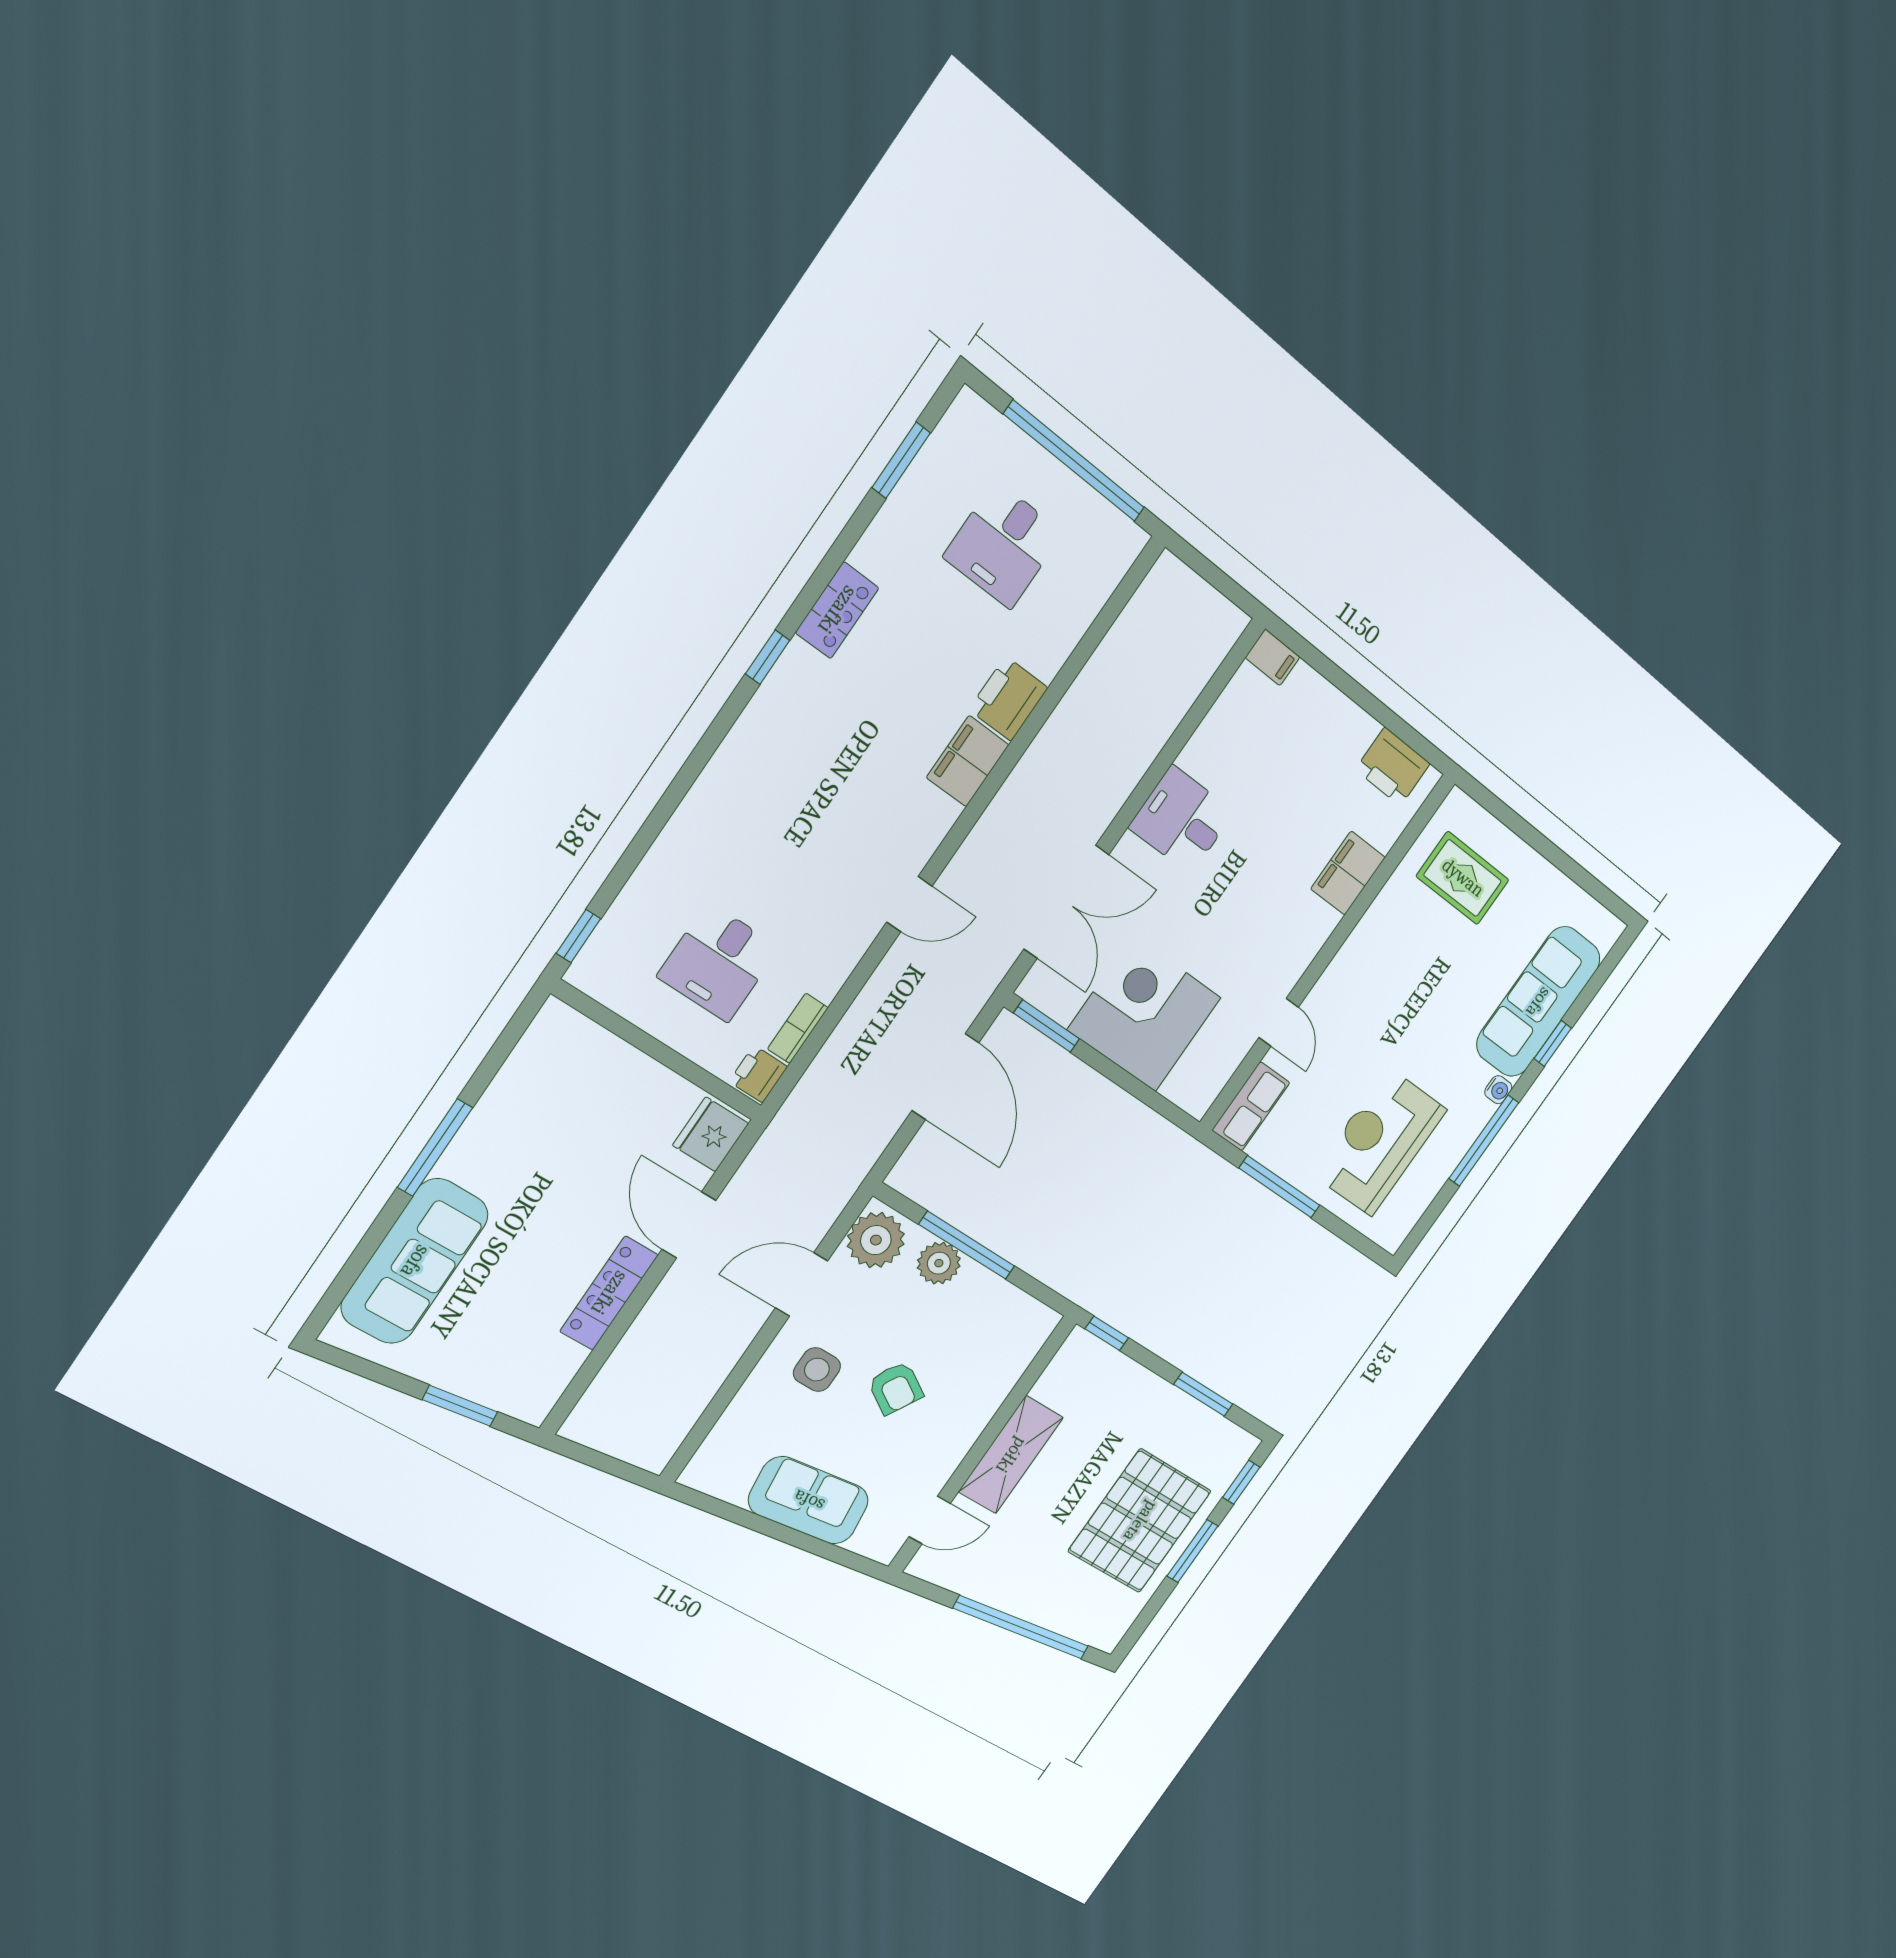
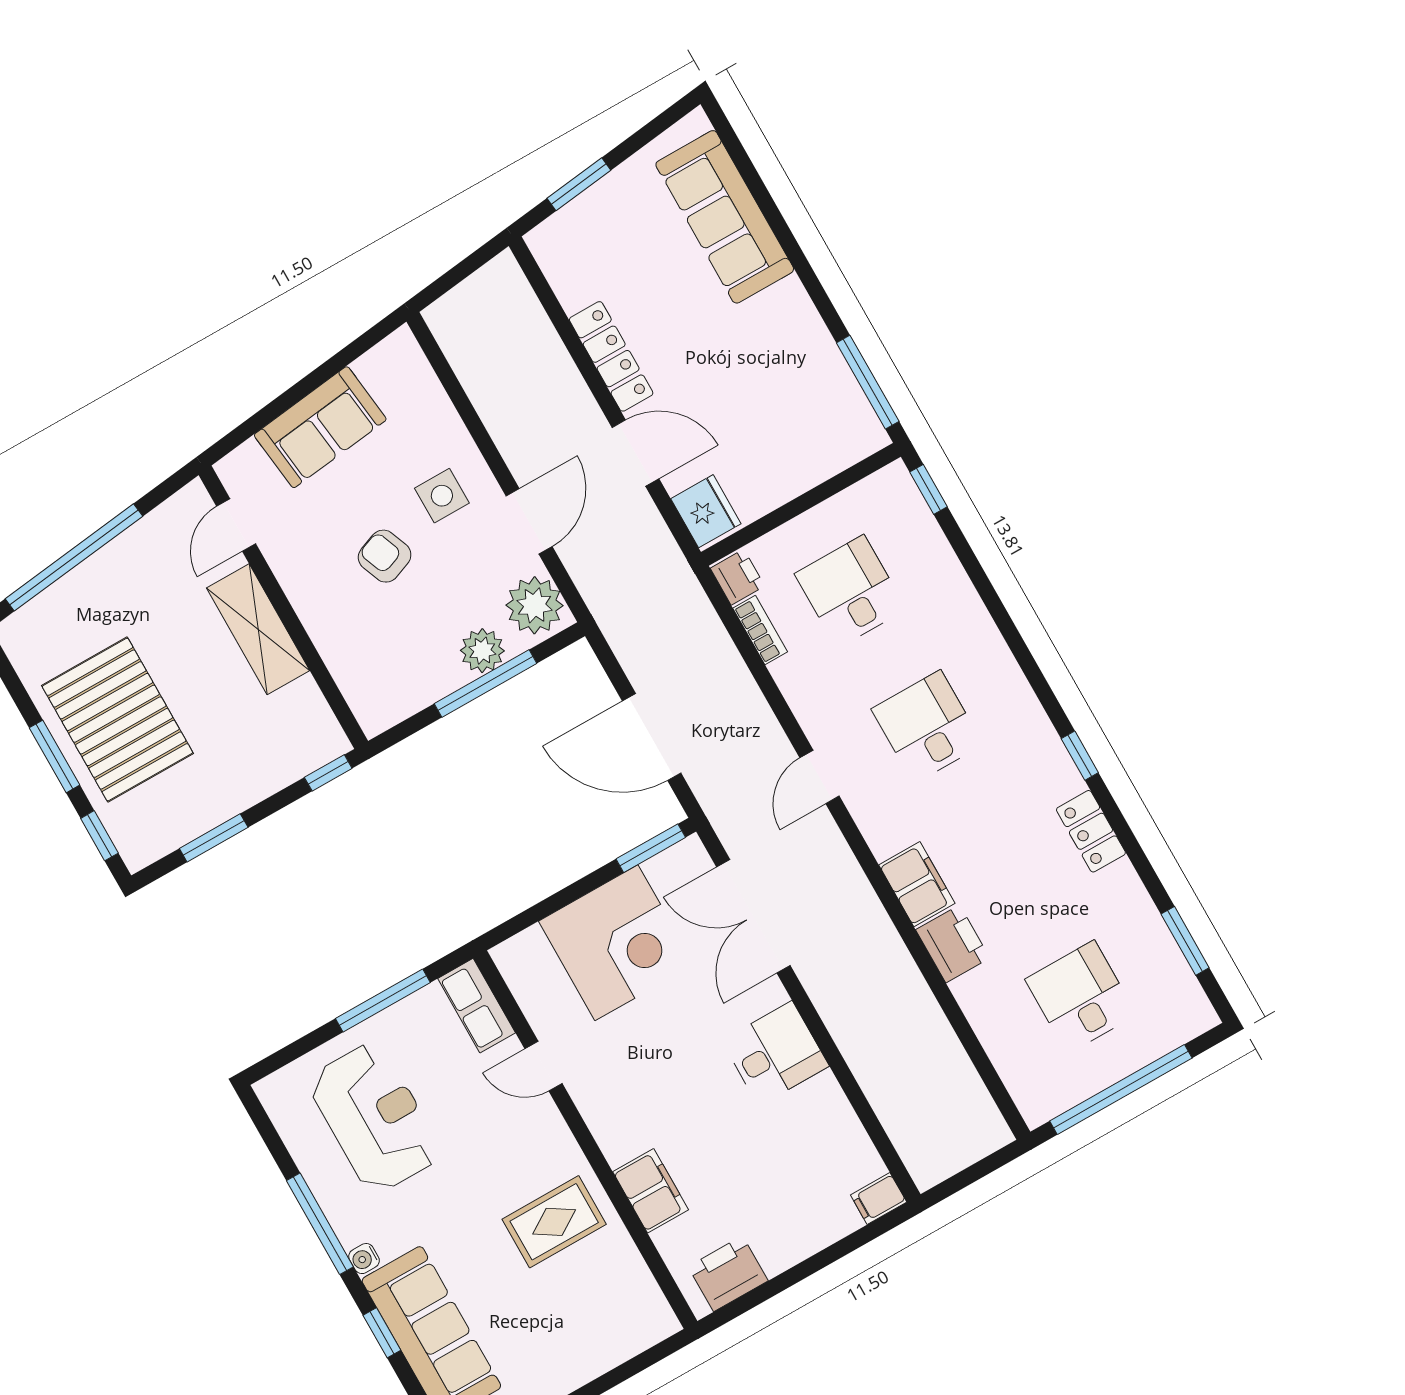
desk: (812, 824) -> (927, 727), added
rug: (1463, 878) -> (554, 1222), moved
window: (435, 1147) -> (868, 382), moved
armchair: (896, 1388) -> (385, 556), turned 38

